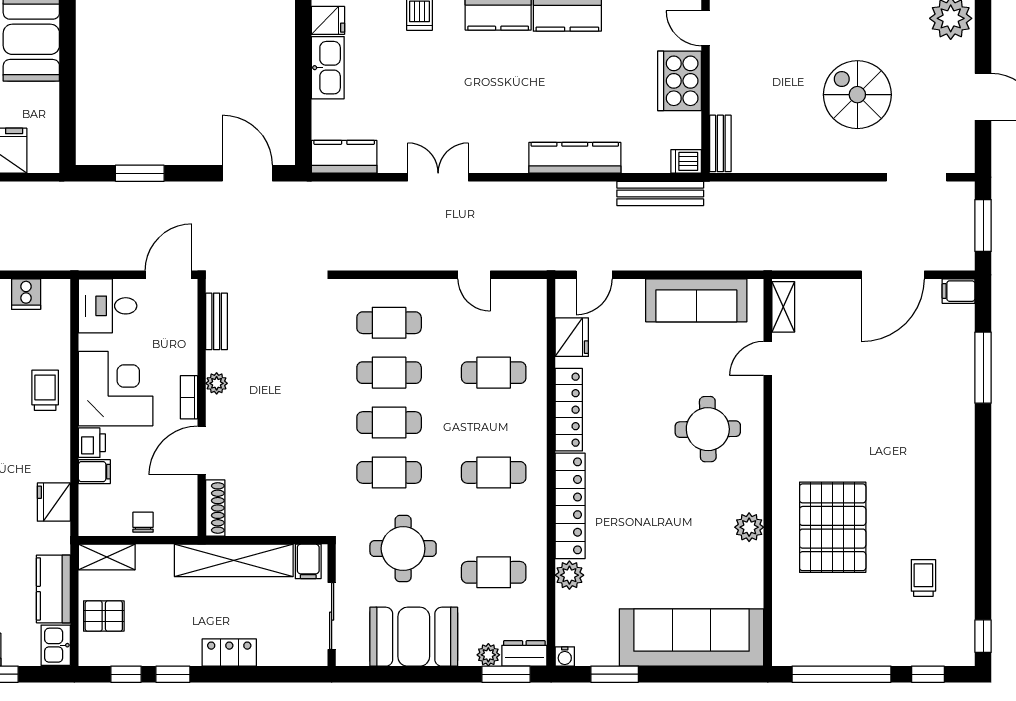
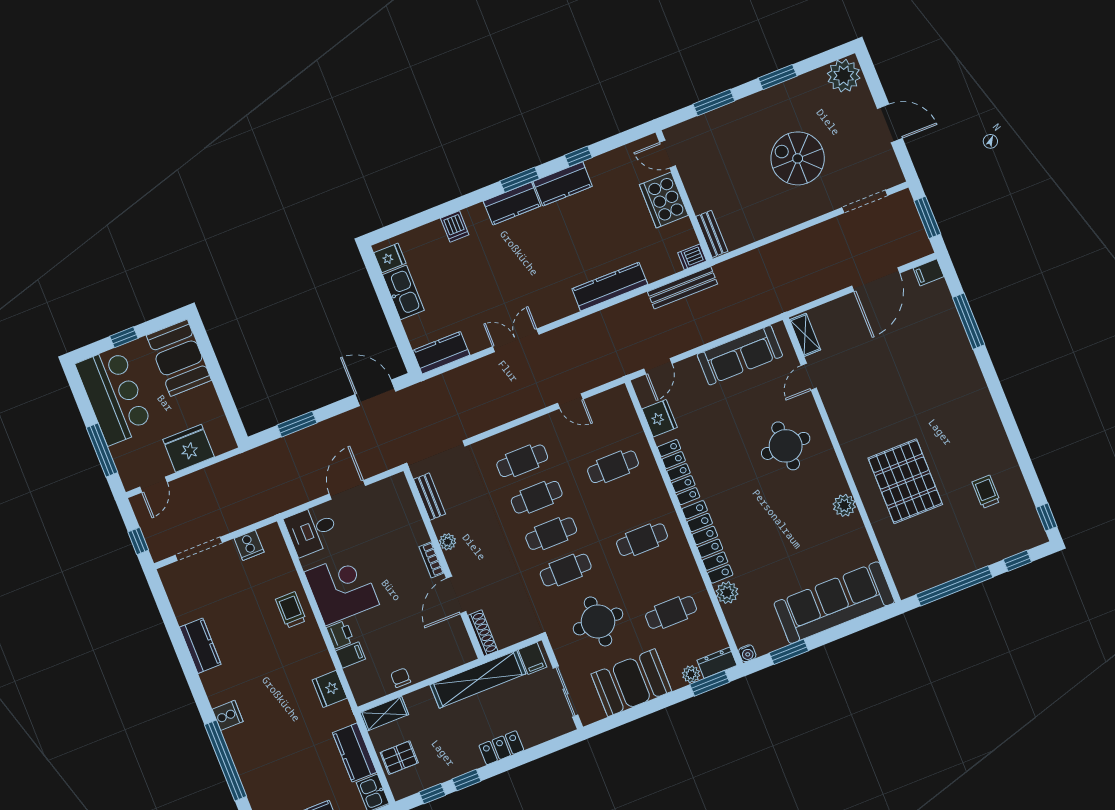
bench: (217, 321) -> (430, 497), moved
plant: (217, 383) -> (448, 542), moved
bookcase: (189, 397) -> (431, 560), moved
wall: (202, 407) -> (444, 564), moved
door: (202, 450) -> (456, 595), moved
shoe rack: (215, 508) -> (483, 633), moved

